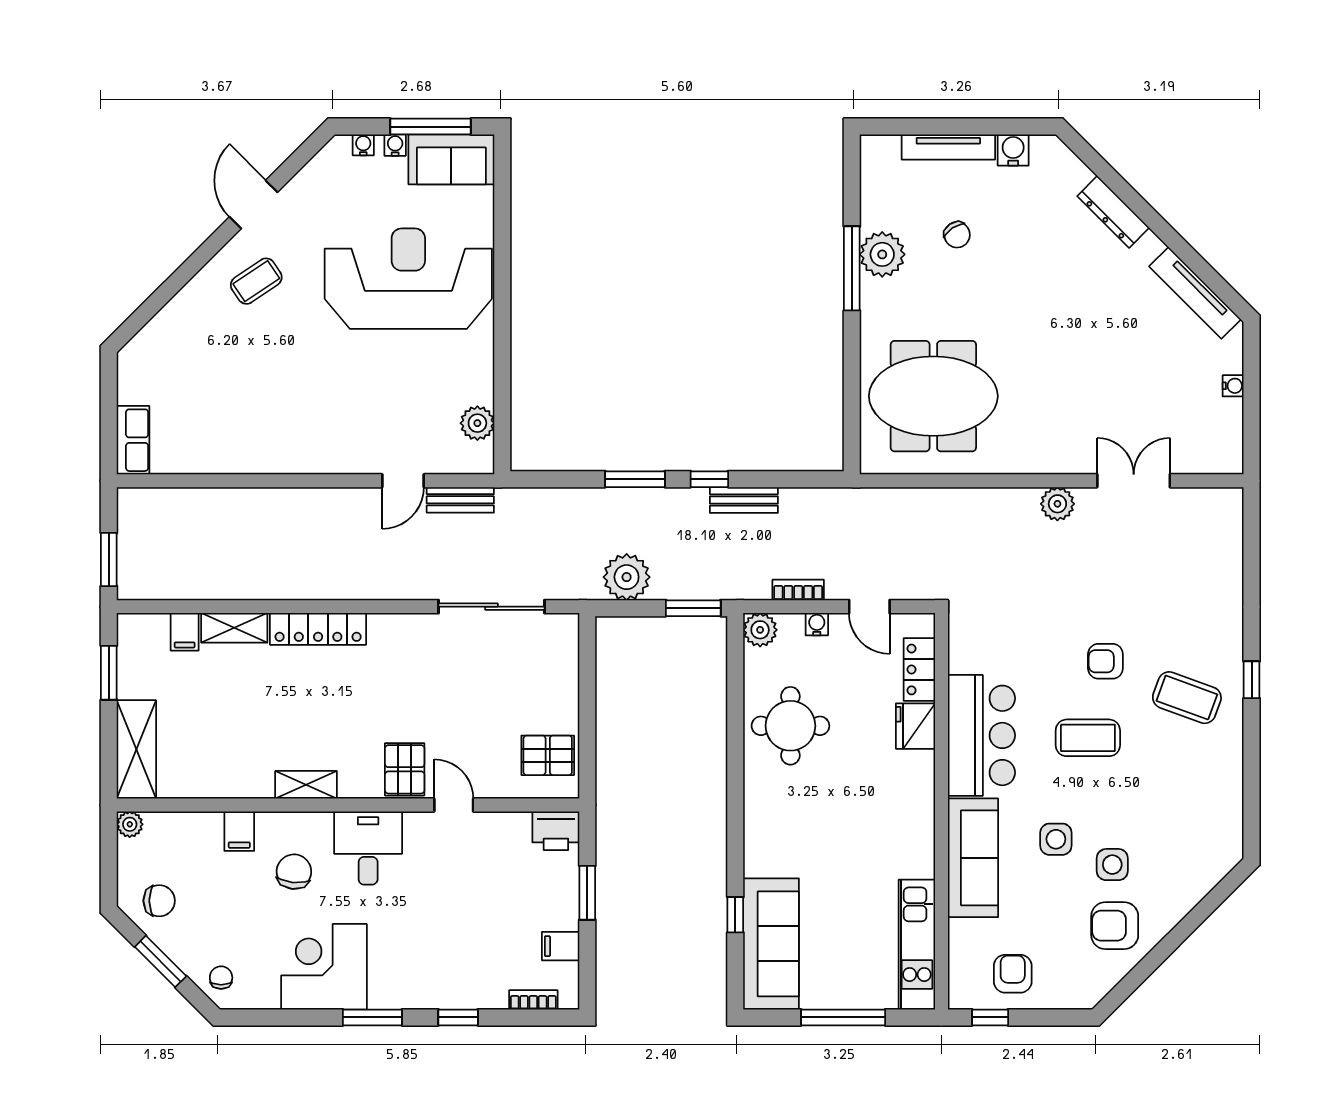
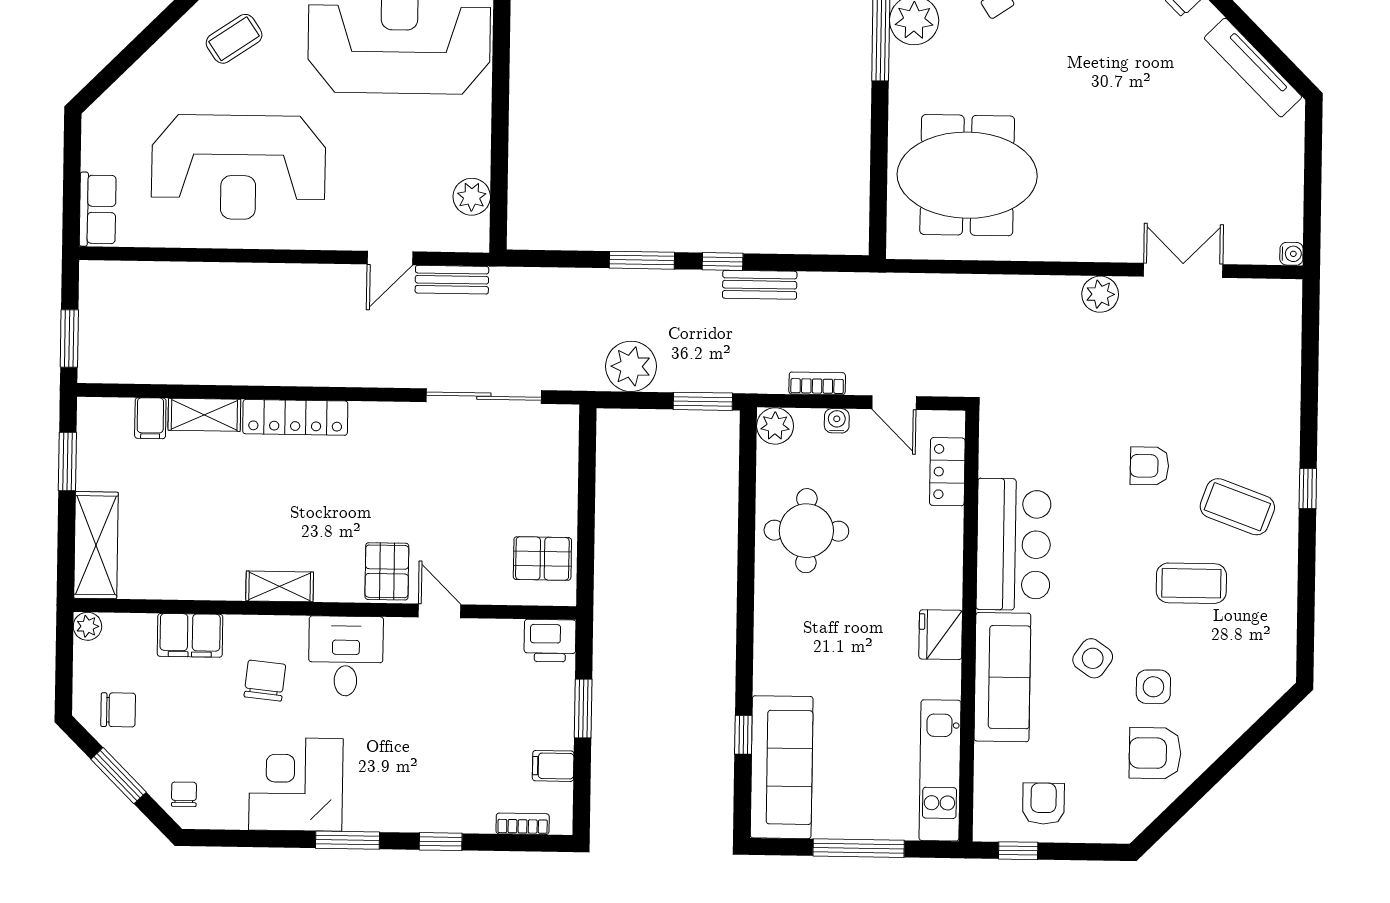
water cooler: (1233, 386) -> (1291, 254), moved
reception desk: (262, 399) -> (238, 167), added
fridge: (916, 726) -> (941, 635), moved
coffee table: (1088, 738) -> (1191, 583), moved
filing cabinet: (239, 831) -> (190, 635), width x2.00
side table: (1056, 839) -> (1093, 658), turned 35

